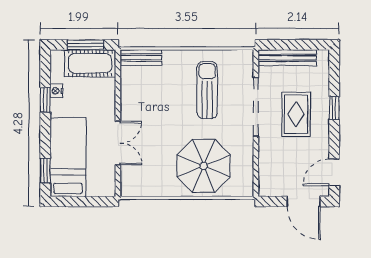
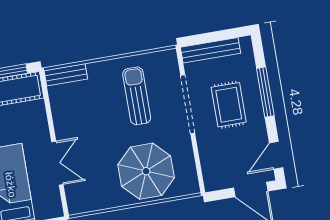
window: (334, 108) -> (265, 92), width x2.17

